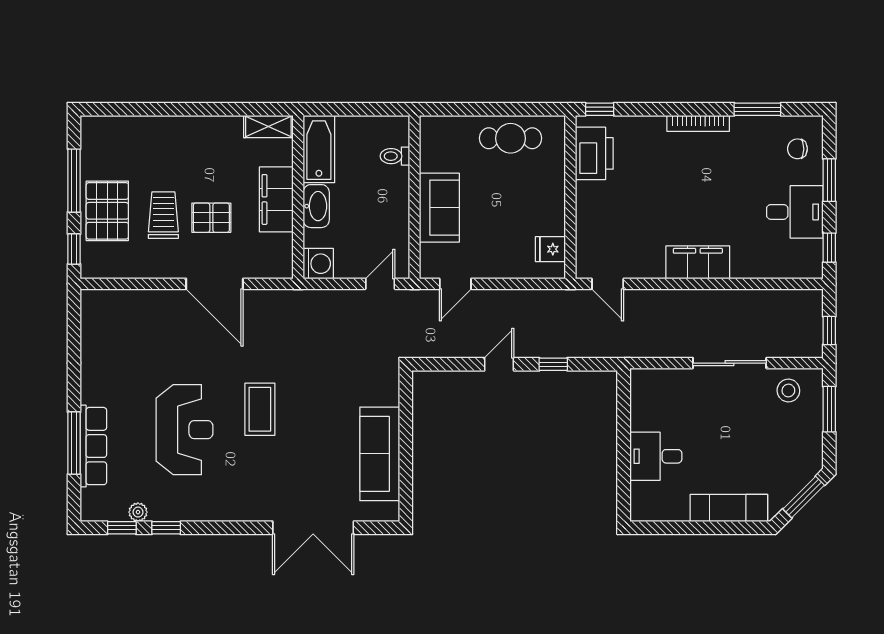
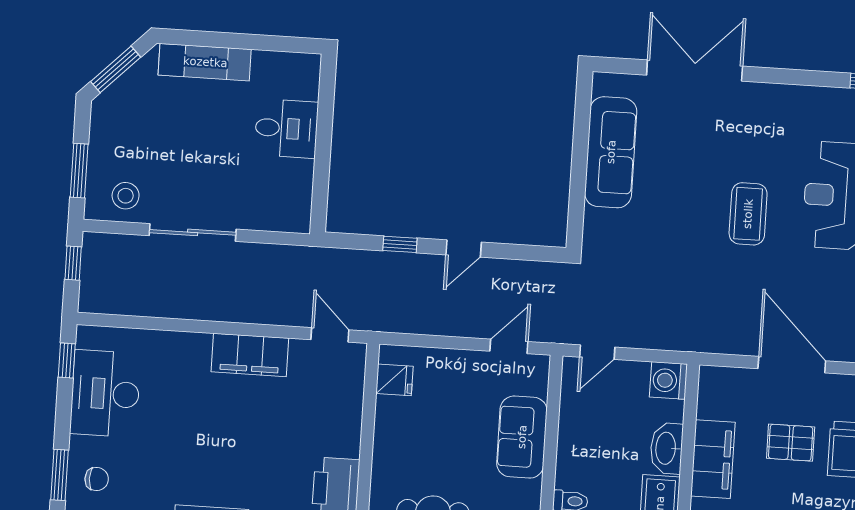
window: (829, 180) -> (59, 475), moved
desk: (795, 212) -> (105, 394), width x1.37
filing cabinet: (698, 262) -> (250, 355), moved

